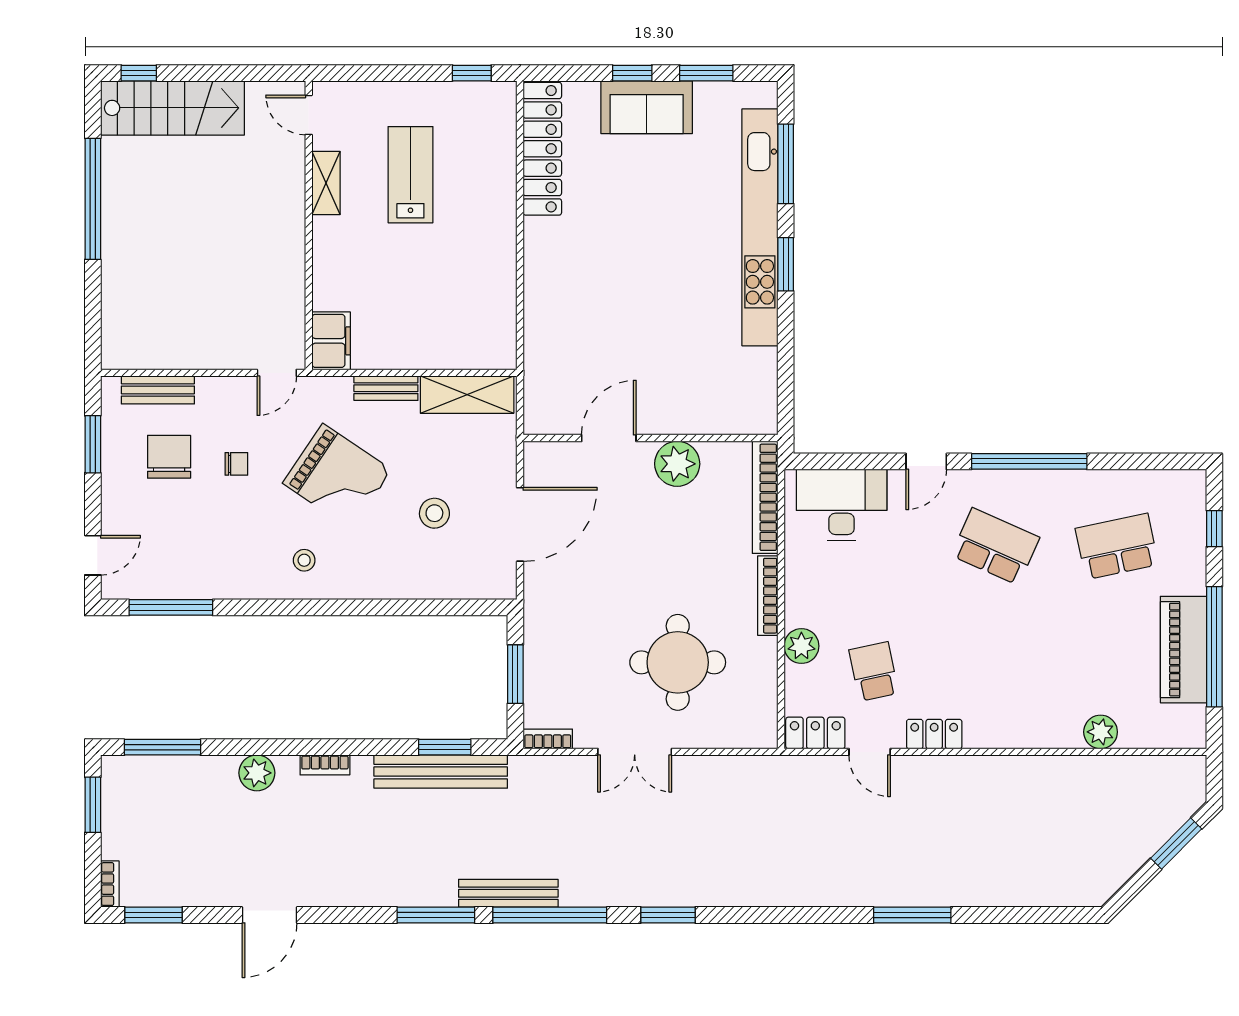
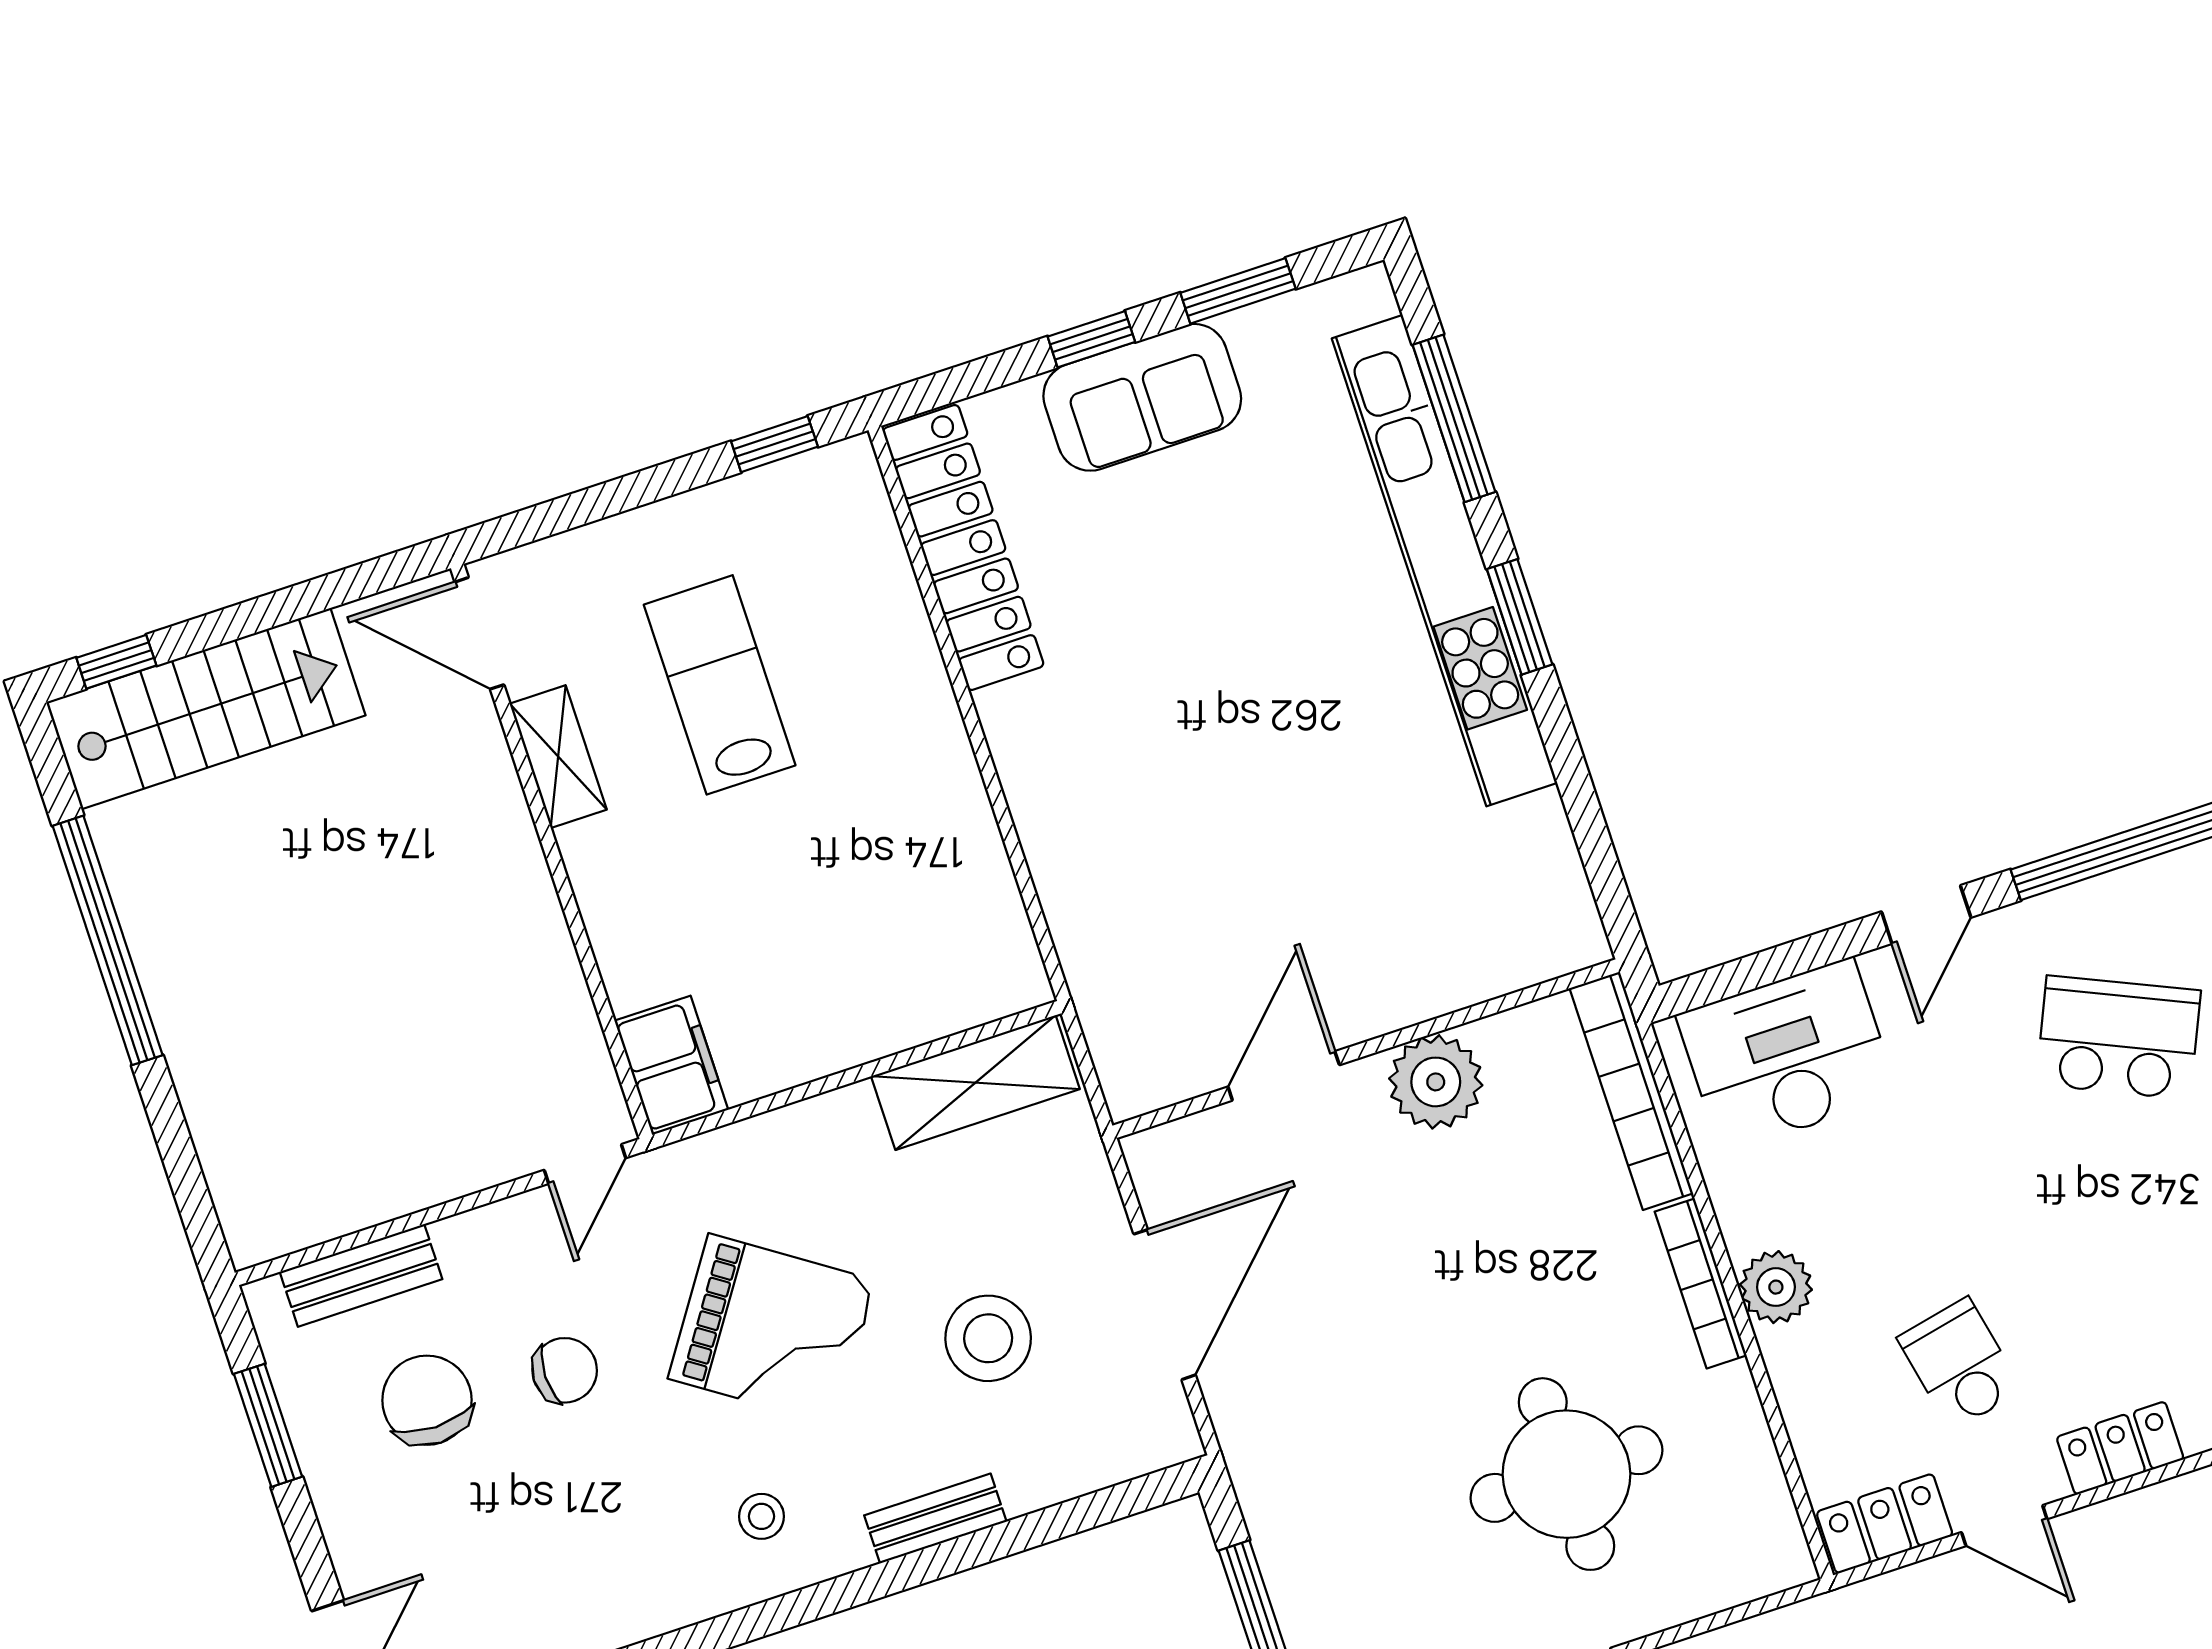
door: (309, 115) -> (479, 633), width x1.38
bench: (386, 388) -> (935, 1519), moved
chair: (236, 464) -> (565, 1370), width x1.37, depth x1.37
stool: (434, 513) -> (988, 1338), width x1.38, depth x1.38
plant: (801, 646) -> (1776, 1287), moved

